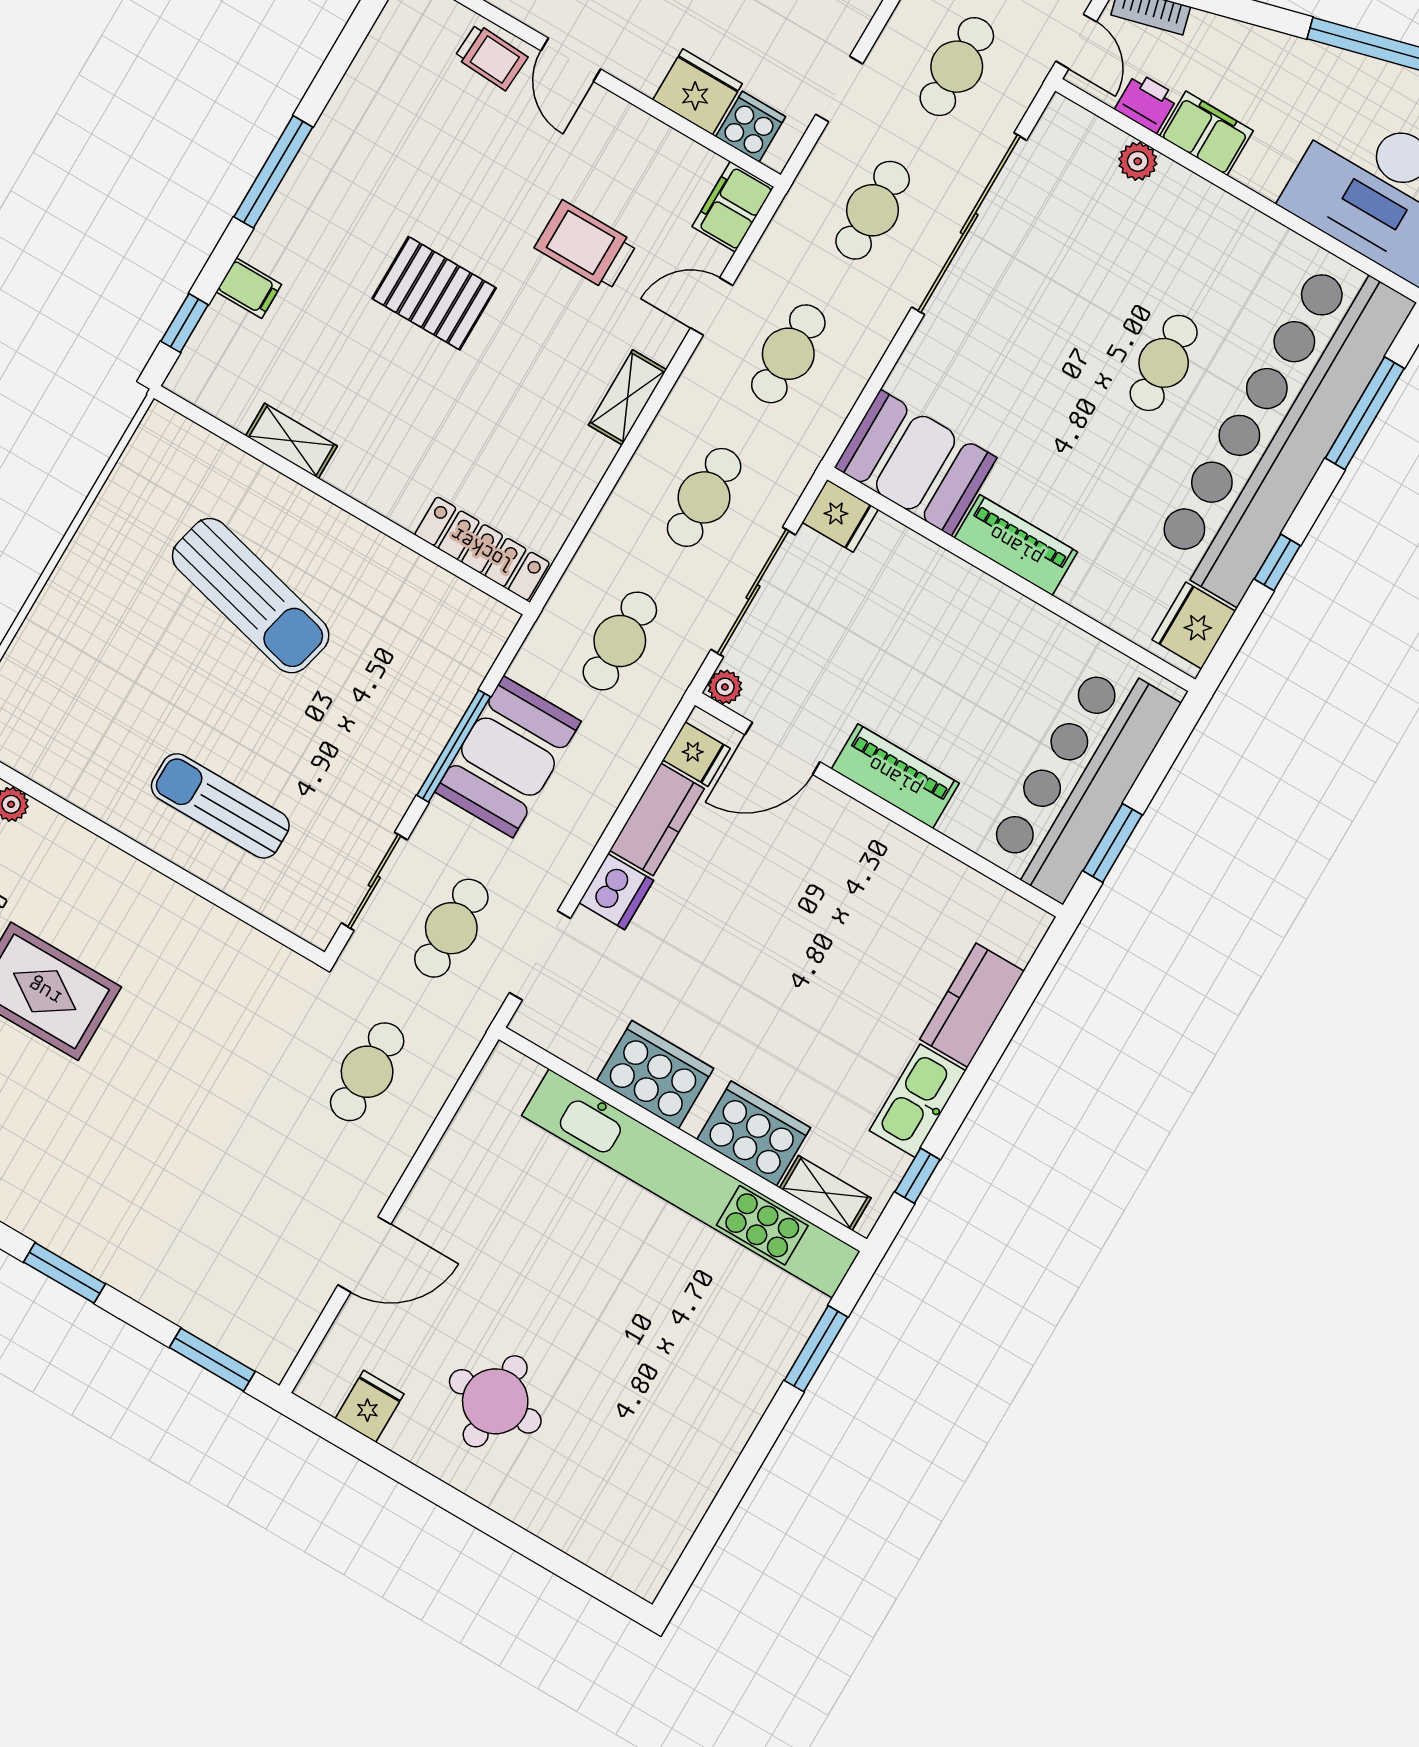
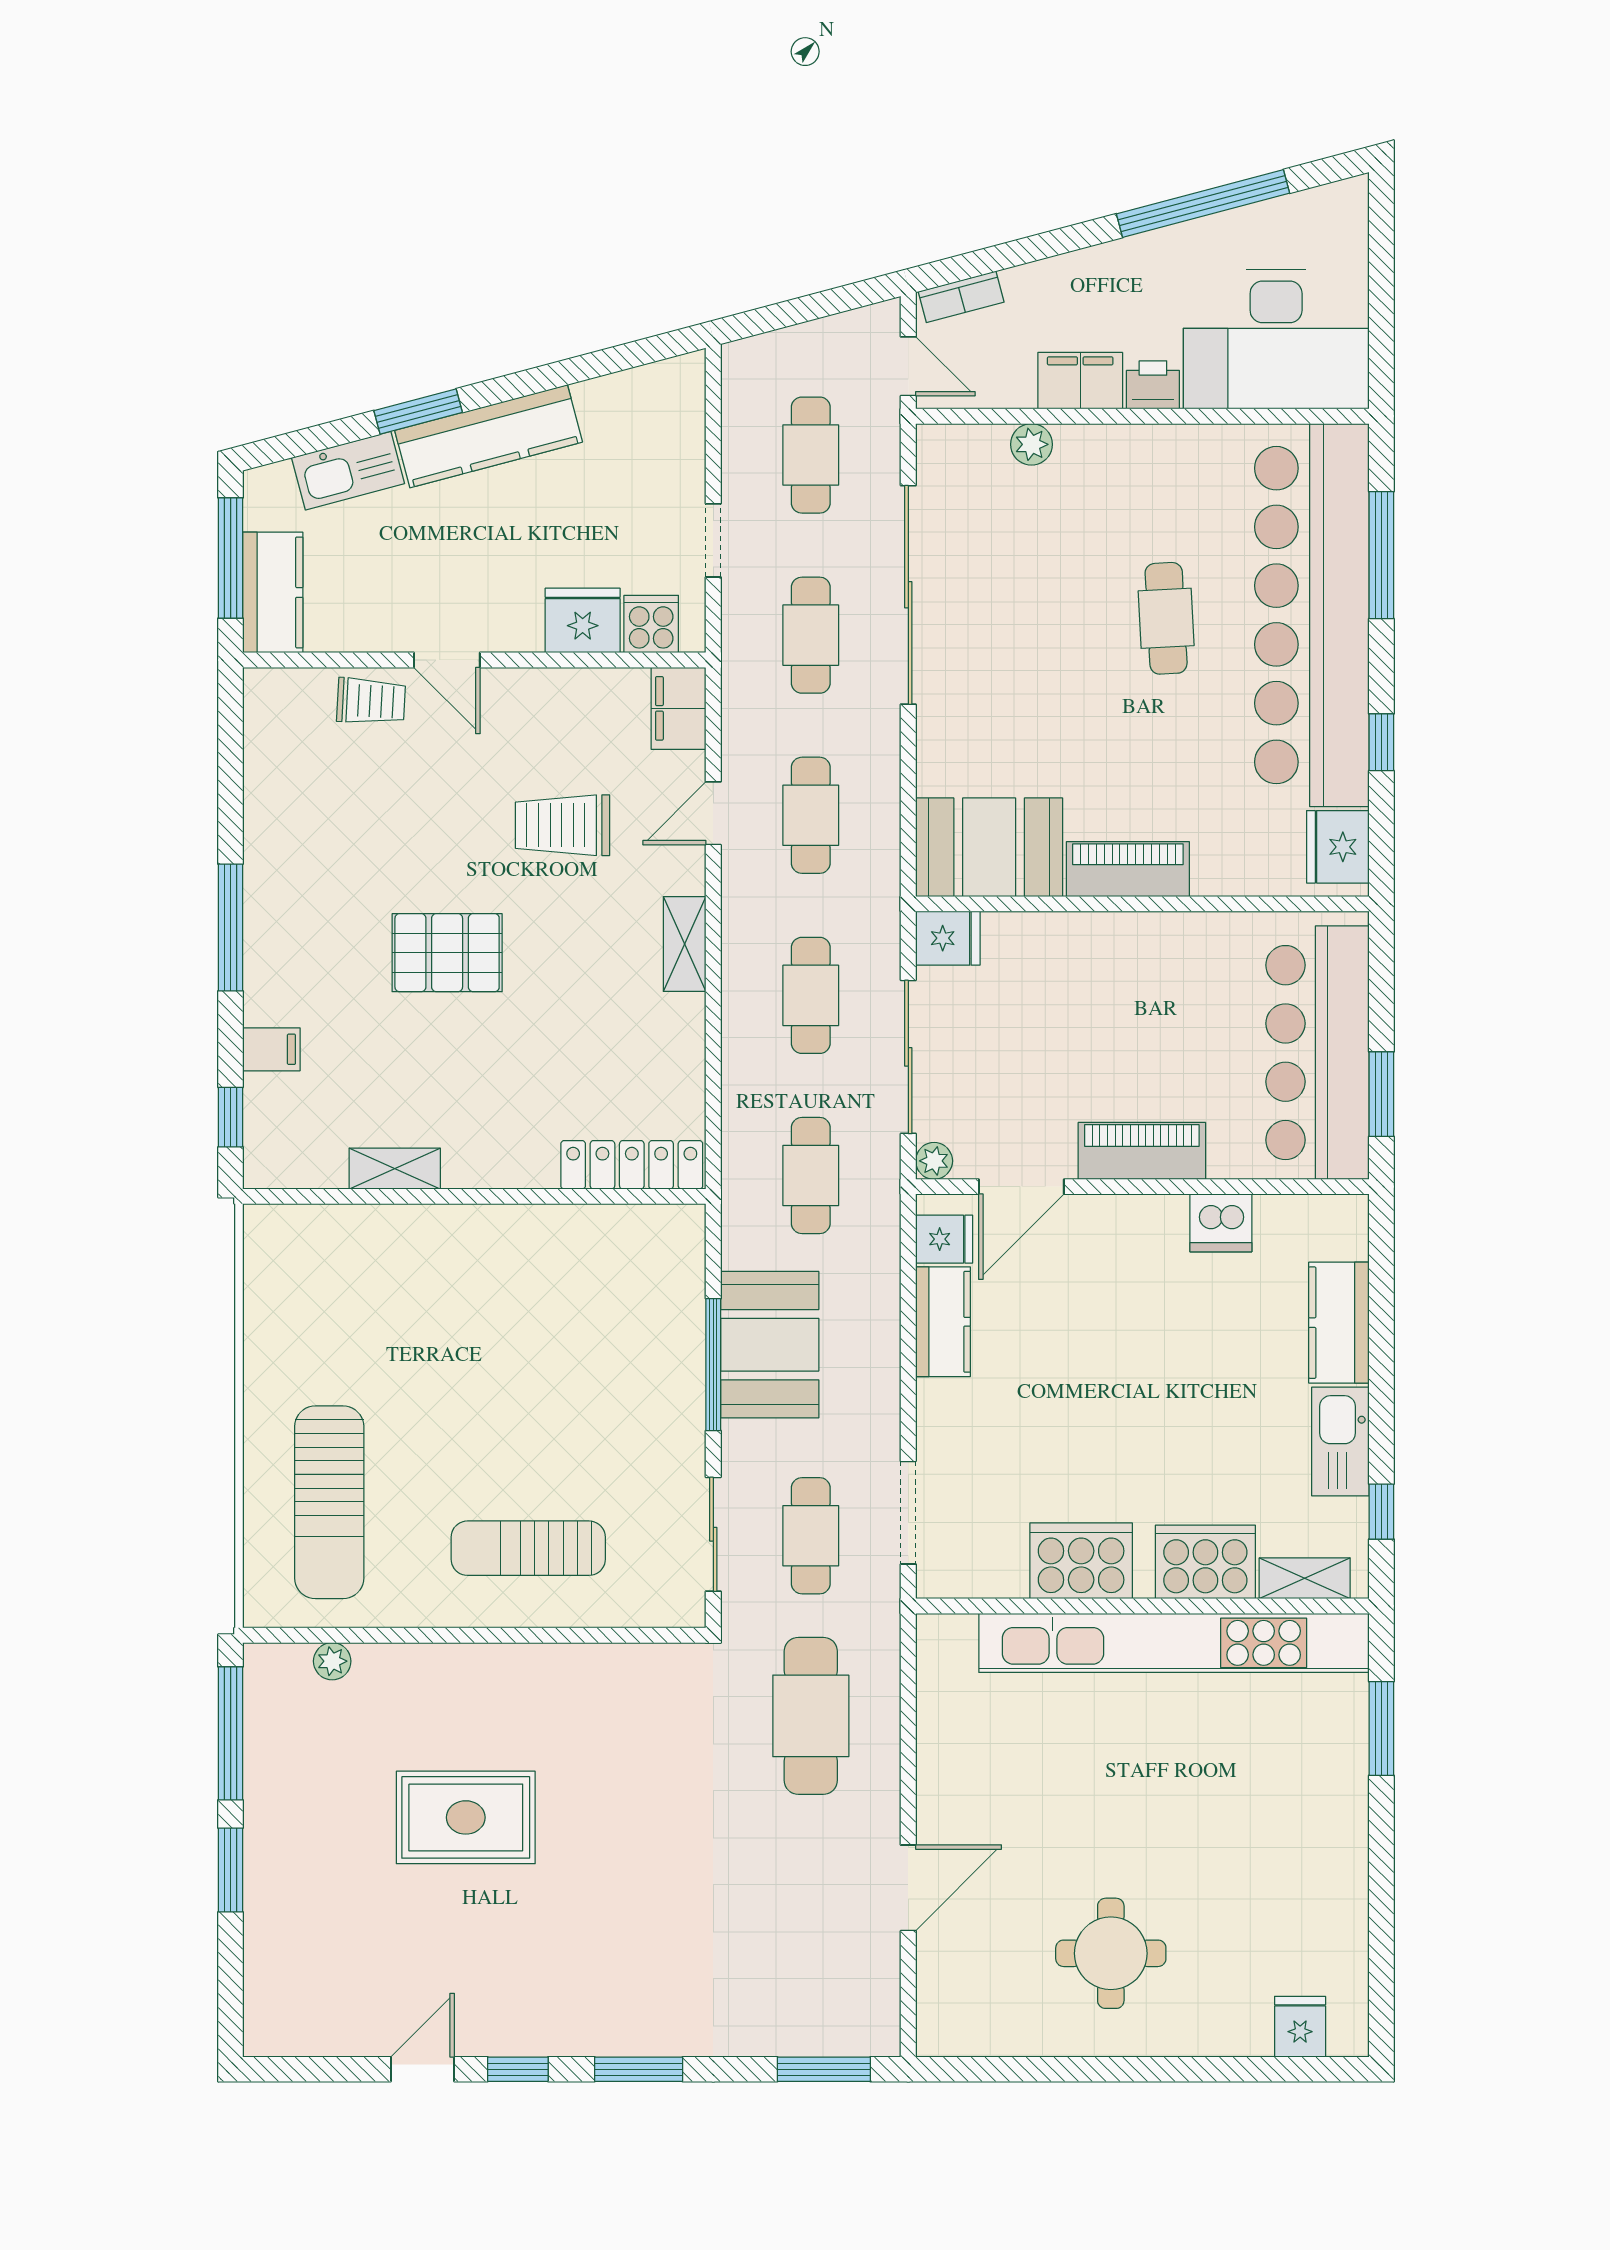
printer: (1146, 103) -> (1153, 385), moved
sun lounger: (251, 596) -> (329, 1502), moved, turned 76
dishwasher: (616, 892) -> (1221, 1223), moved, turned 90
cafe table: (367, 1072) -> (811, 1716), width x1.37, depth x1.35
fridge: (370, 1406) -> (1300, 2027), moved

